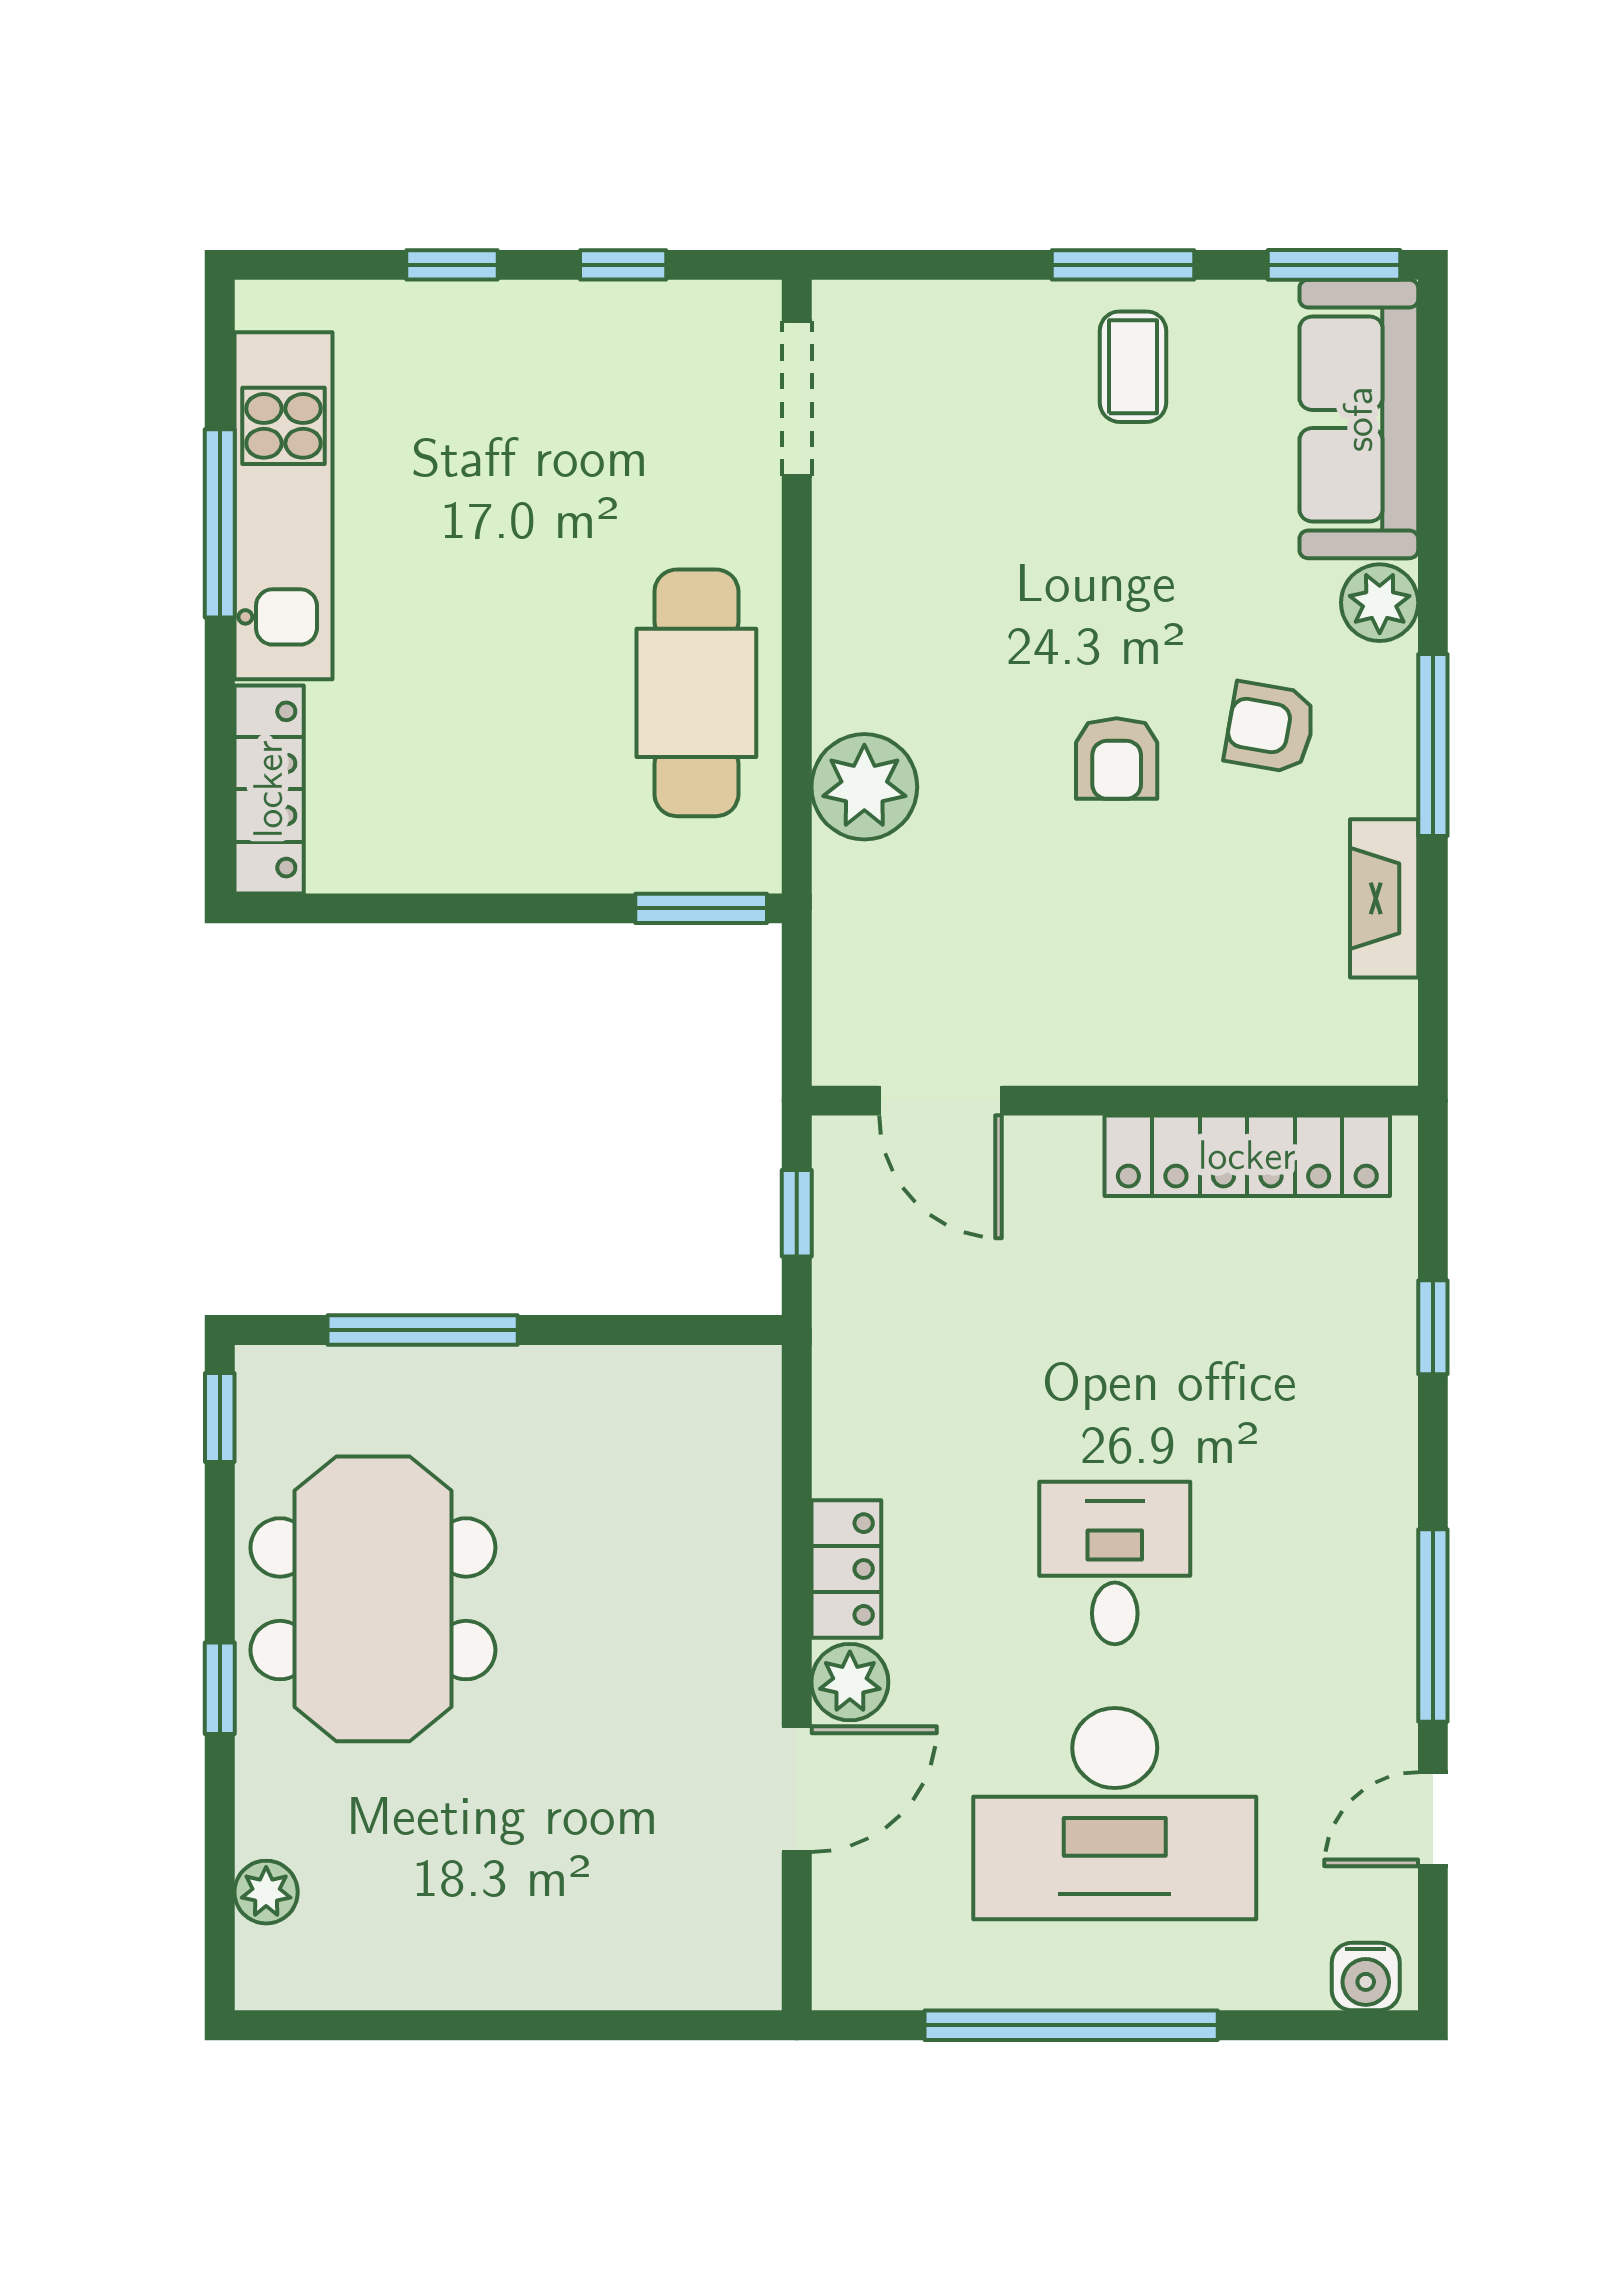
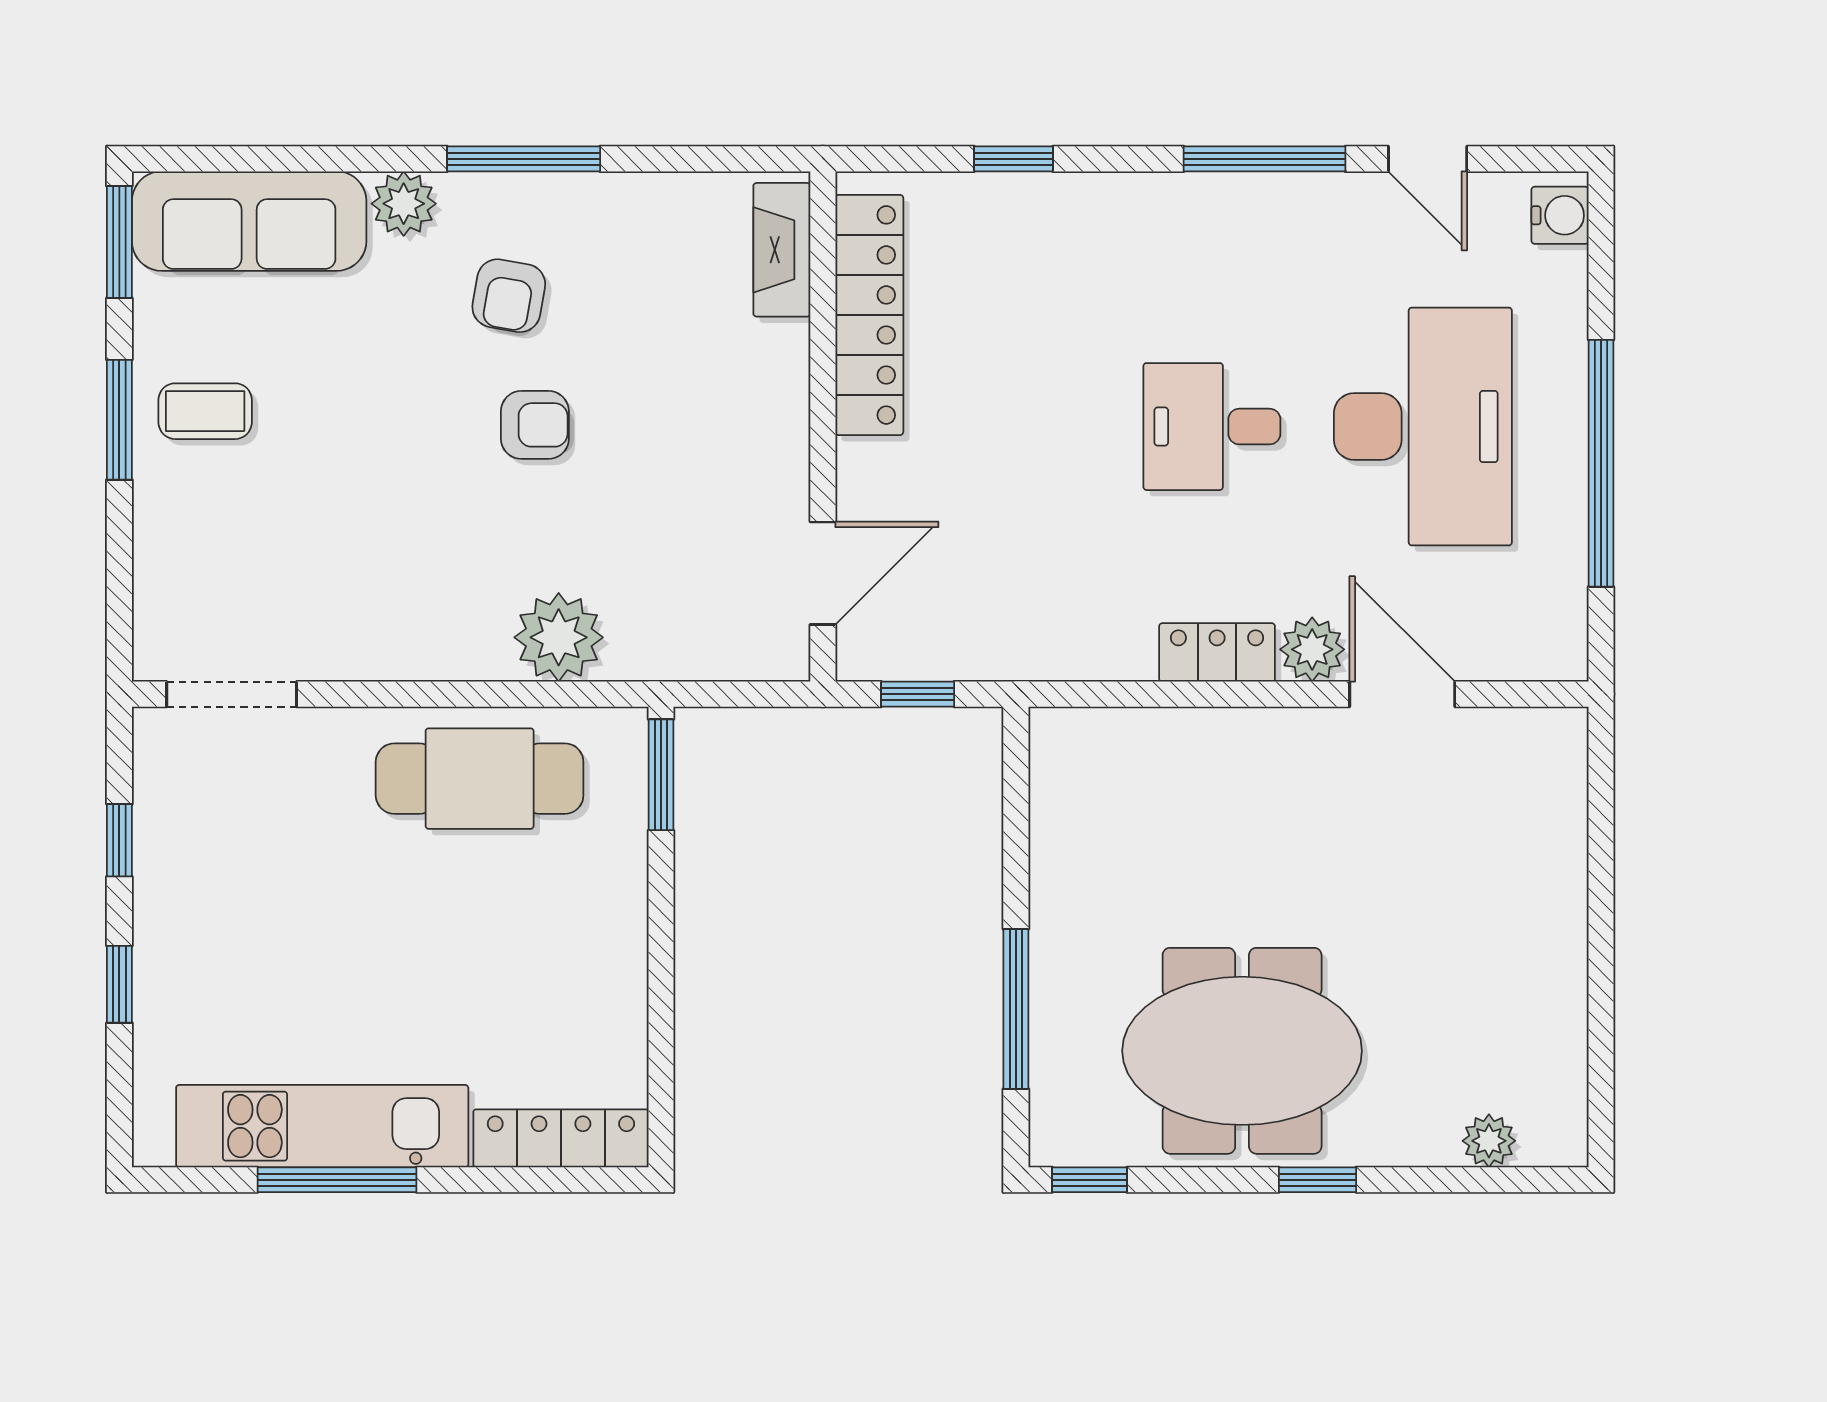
fireplace: (1384, 898) -> (782, 250), moved, turned 90

